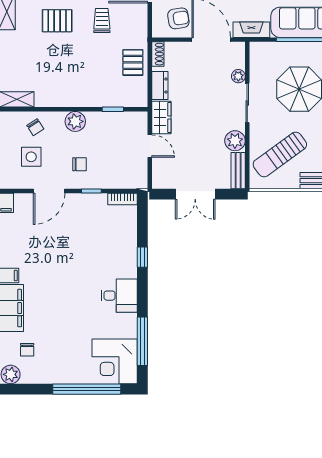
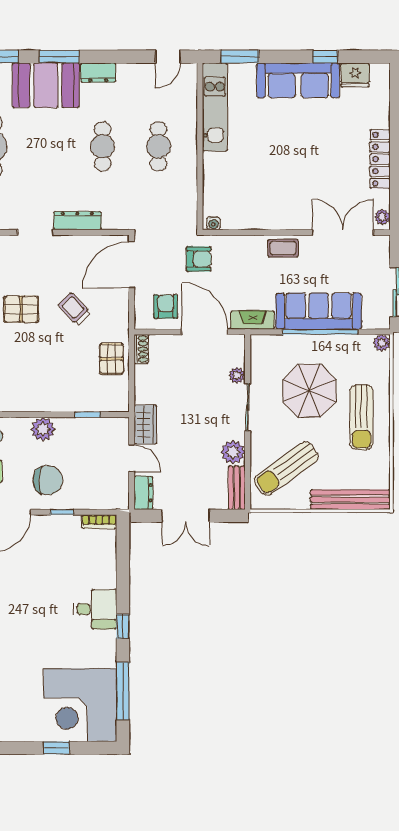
armchair: (178, 18) -> (166, 306), turned -81
trolley: (102, 20) -> (74, 309), turned -43
dresser: (160, 86) -> (143, 493), moved
chair: (80, 164) -> (48, 480), width x1.87, depth x1.87
window: (142, 257) -> (123, 627), moved
desk: (119, 296) -> (95, 609), moved
corner desk: (115, 361) -> (80, 705), width x1.36, depth x1.36
window: (87, 389) -> (56, 748), width x0.32

